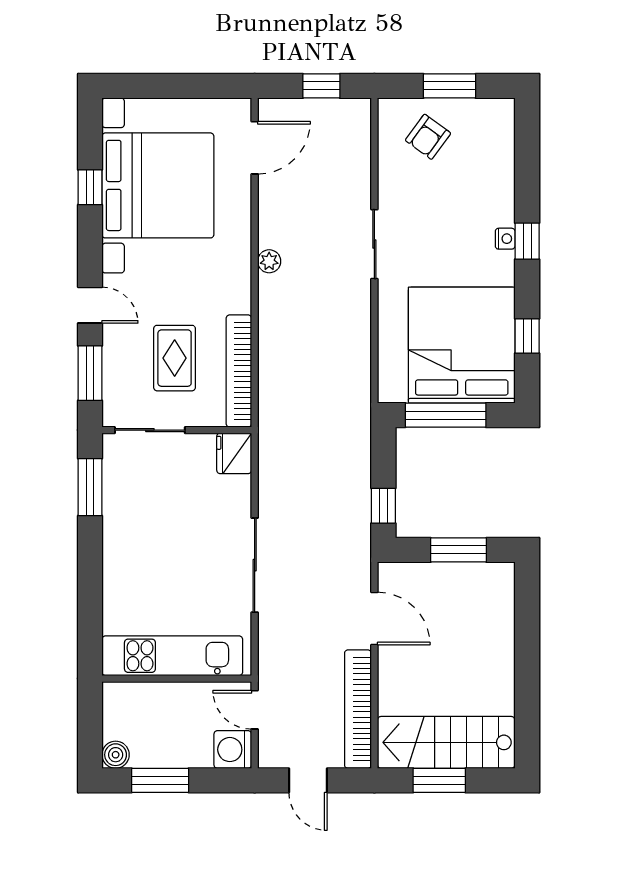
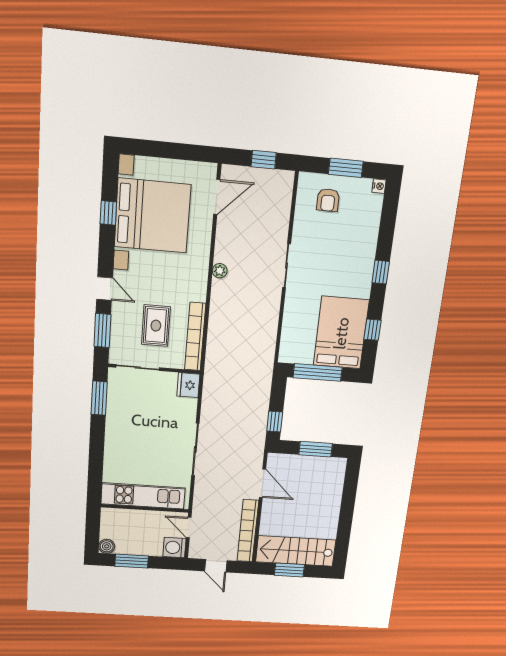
armchair: (428, 137) -> (328, 200), turned -36
nightstand: (505, 239) -> (379, 186), moved
bed: (462, 345) -> (341, 333), width x0.73

